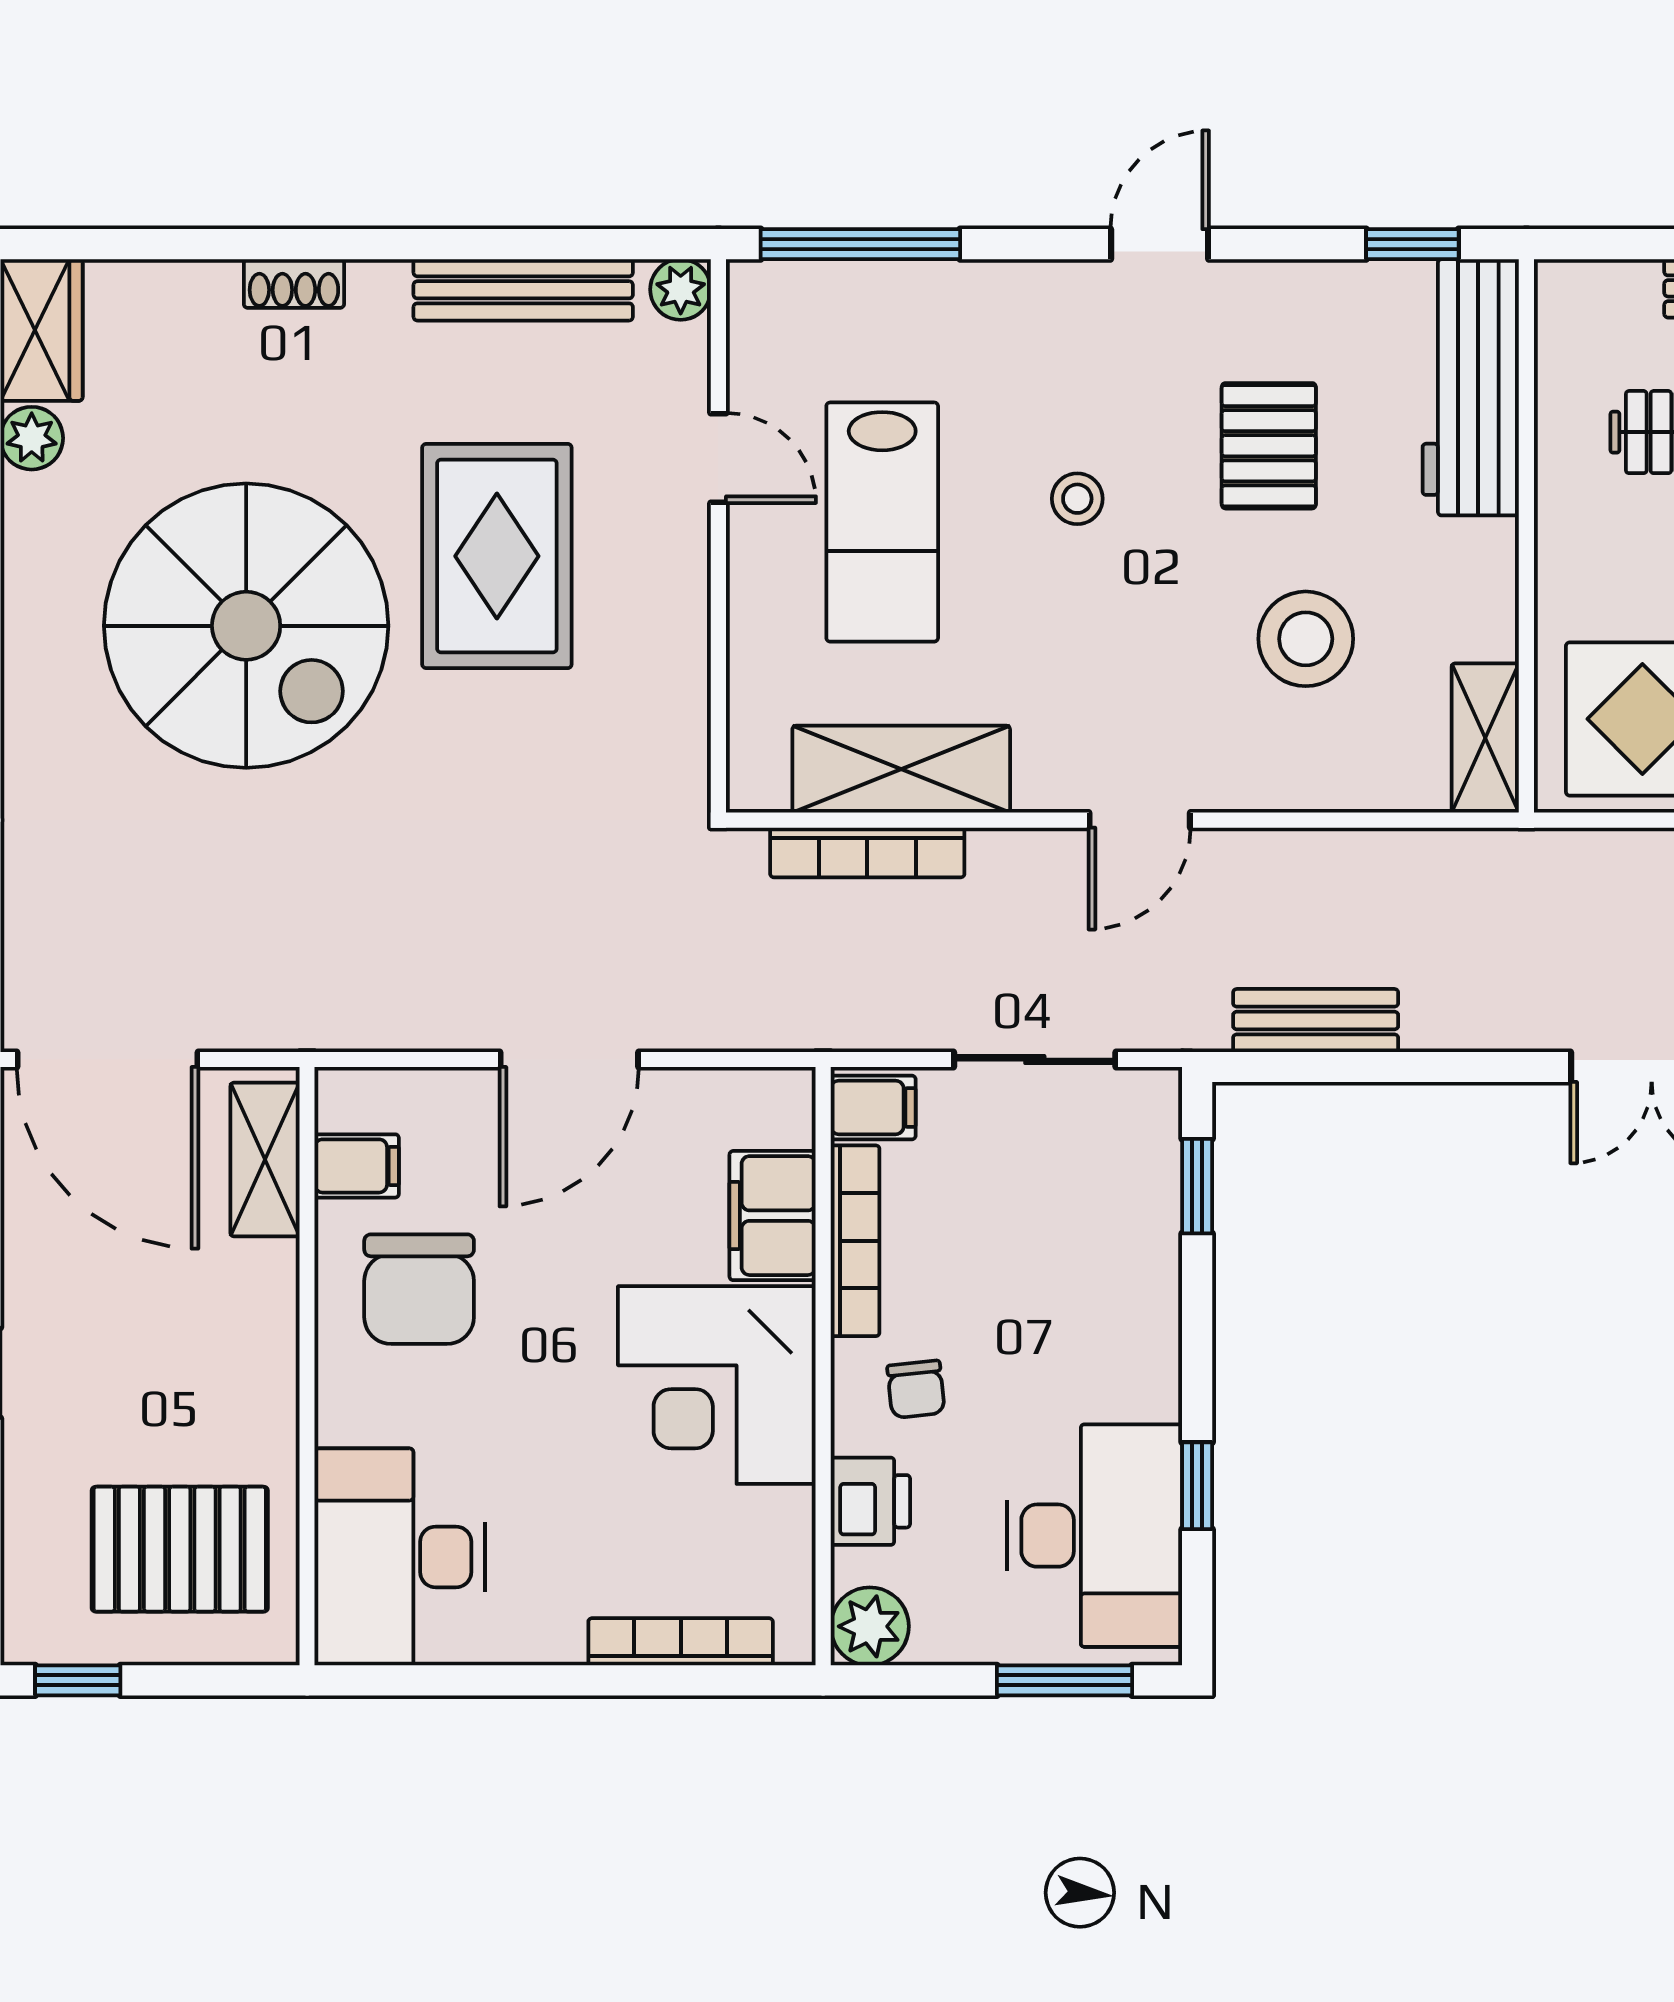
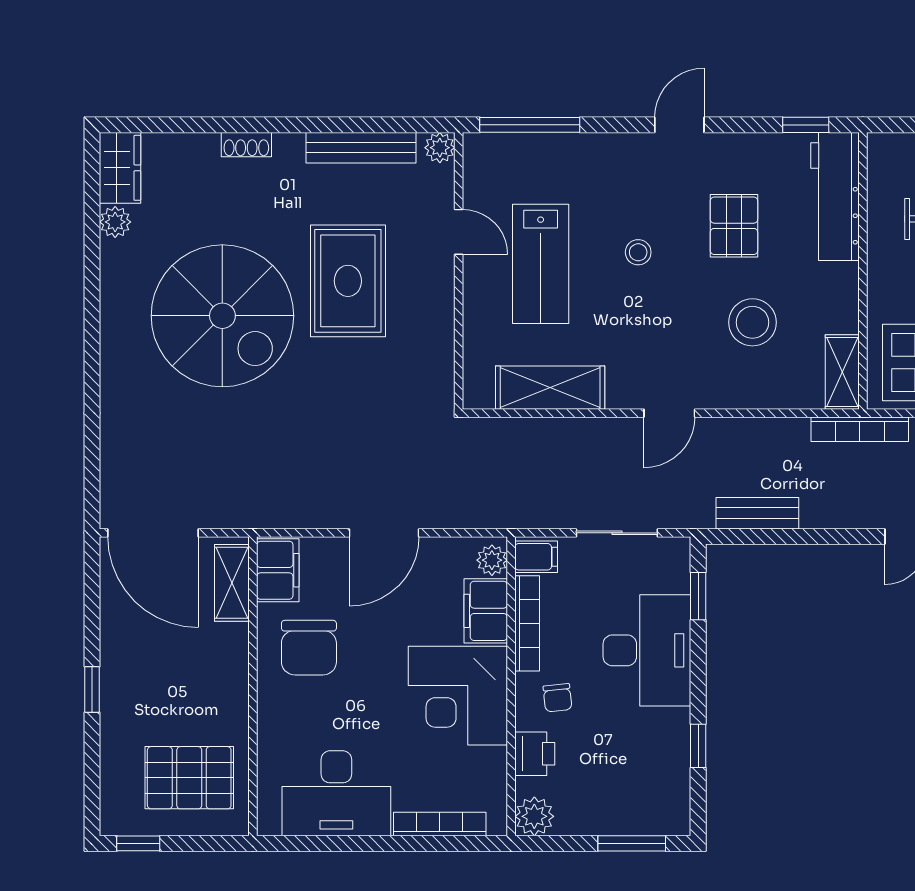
bookcase: (867, 852) -> (860, 429), moved
plant: (785, 1114) -> (492, 560), added
filing cabinet: (357, 1166) -> (278, 570), width x2.00
desk: (1095, 1536) -> (647, 650), moved
desk: (400, 1557) -> (336, 793), moved, turned -90

